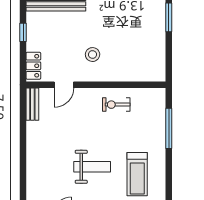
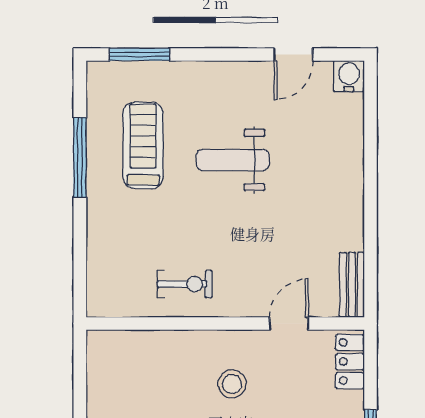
window: (169, 128) -> (80, 158), moved

